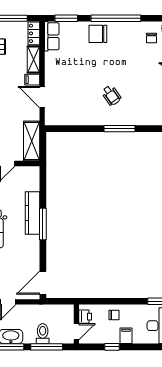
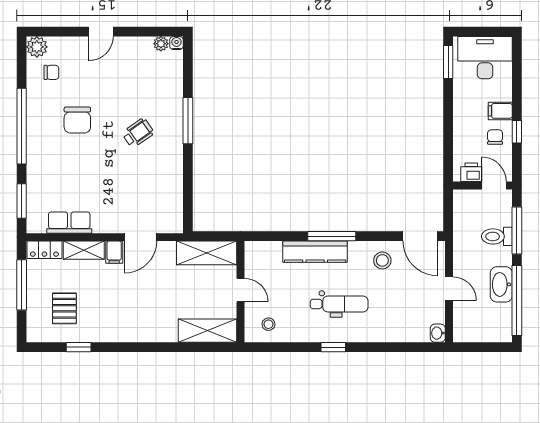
chair: (98, 34) -> (77, 120), moved
row of seats: (52, 36) -> (69, 223), moved
stool: (27, 258) -> (382, 260), added
chair: (114, 315) -> (495, 137), moved

